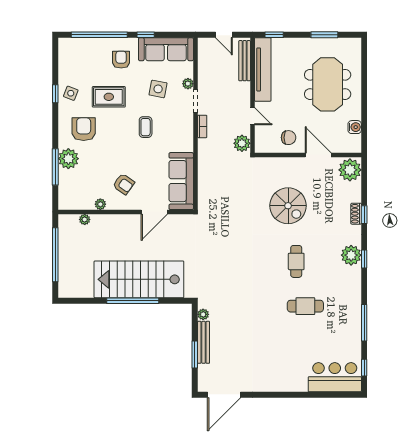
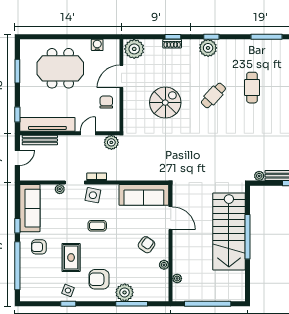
side table: (158, 89) -> (93, 195), moved
cafe table: (296, 261) -> (213, 95), turned -47

